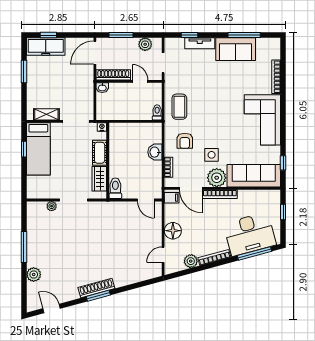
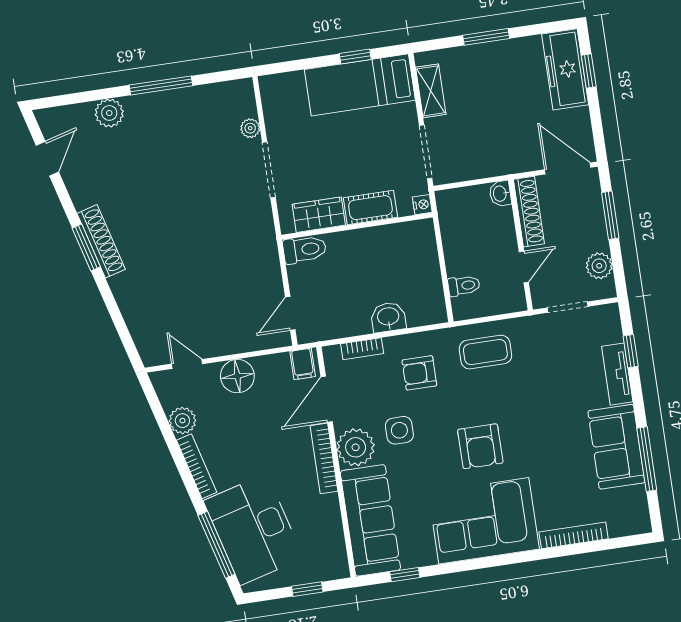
window: (24, 71) -> (486, 37), moved
toilet: (157, 112) -> (464, 286), moved
armchair: (225, 116) -> (480, 446), added

